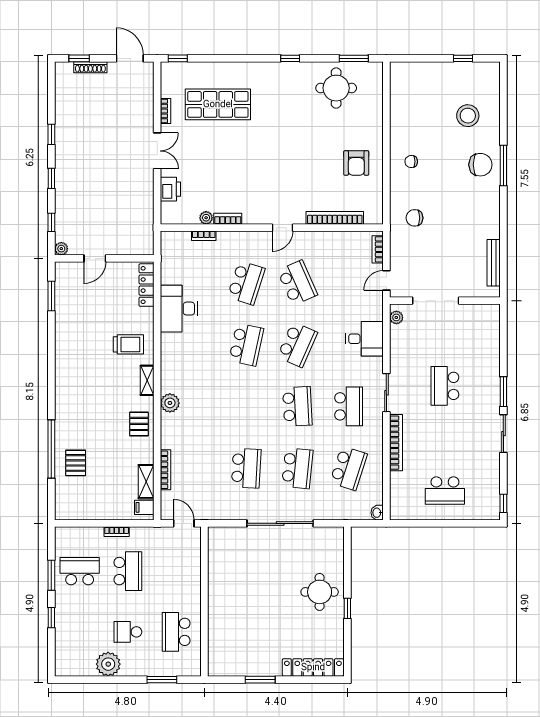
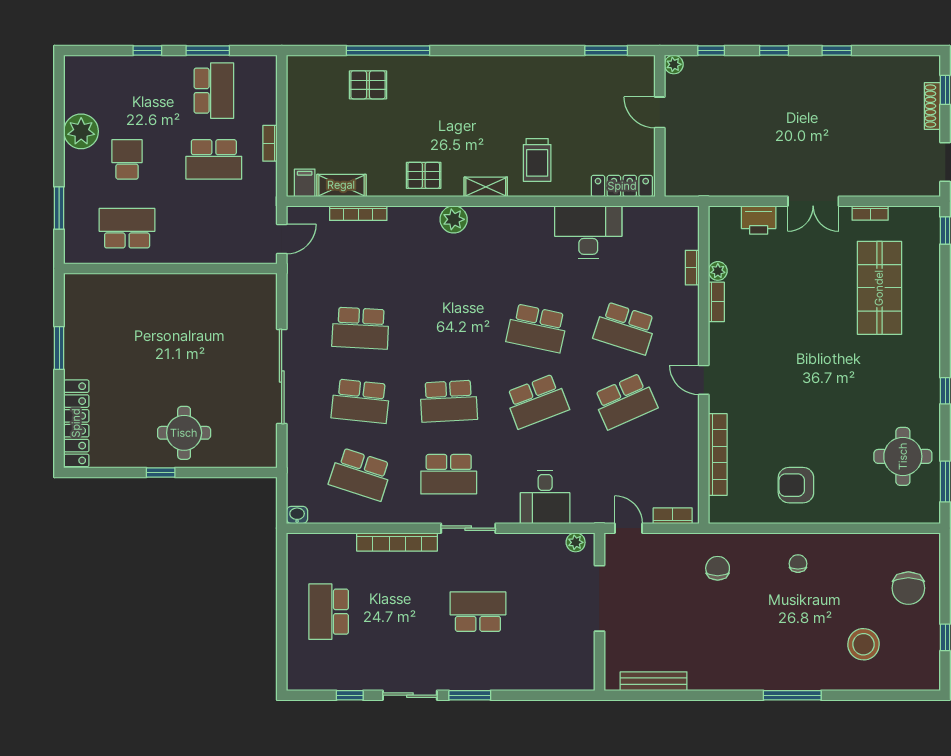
chair: (480, 165) -> (908, 588), moved
school desk: (297, 345) -> (537, 401), turned -45
window: (503, 503) -> (350, 695), moved

